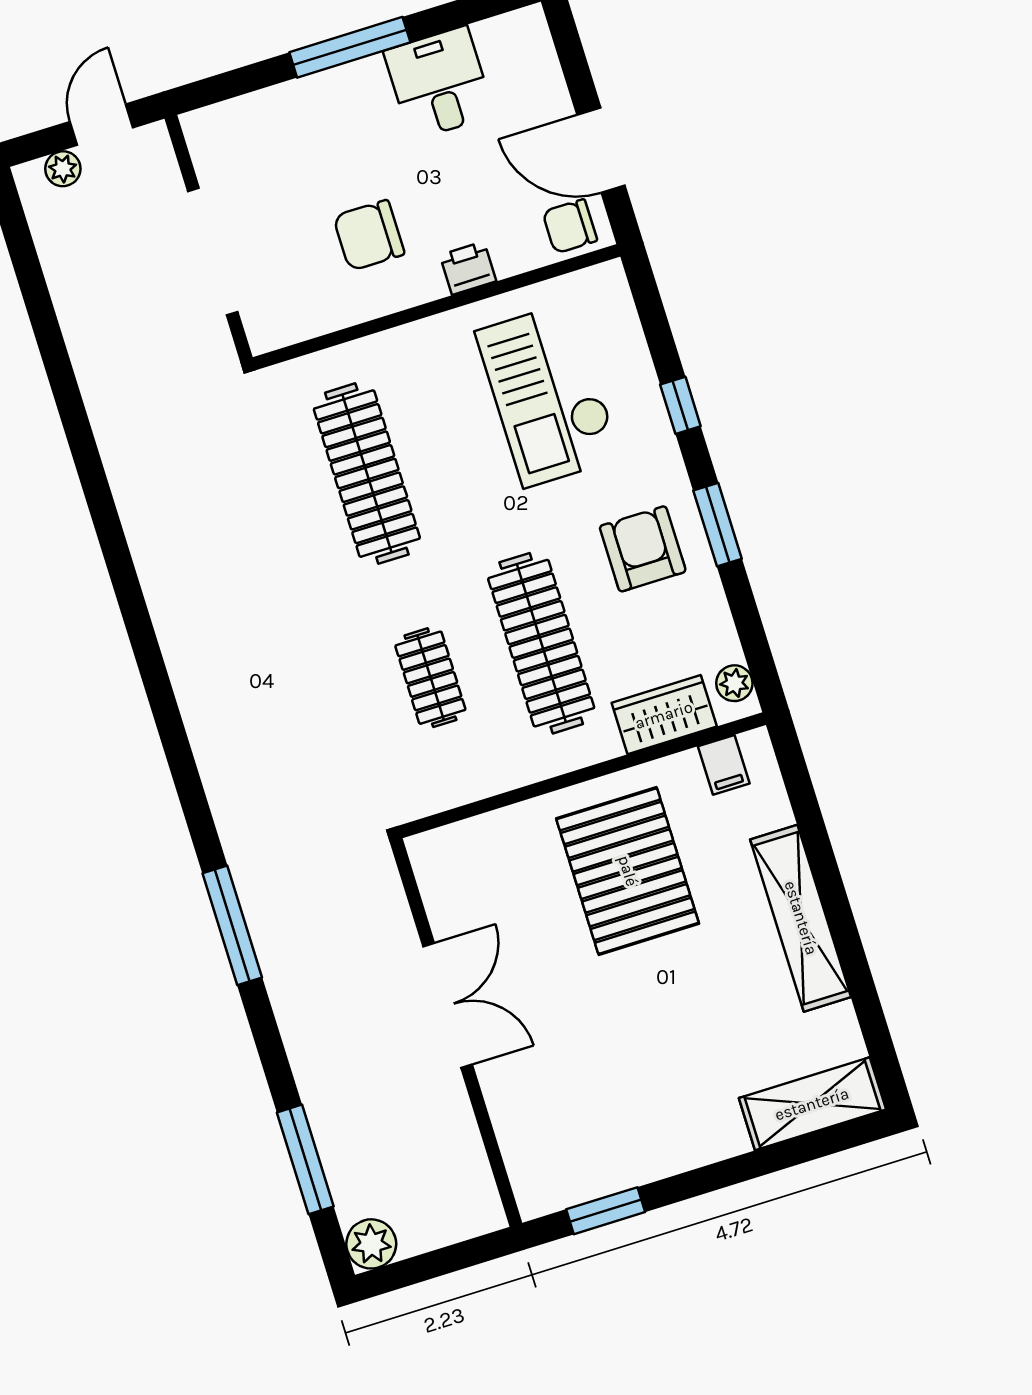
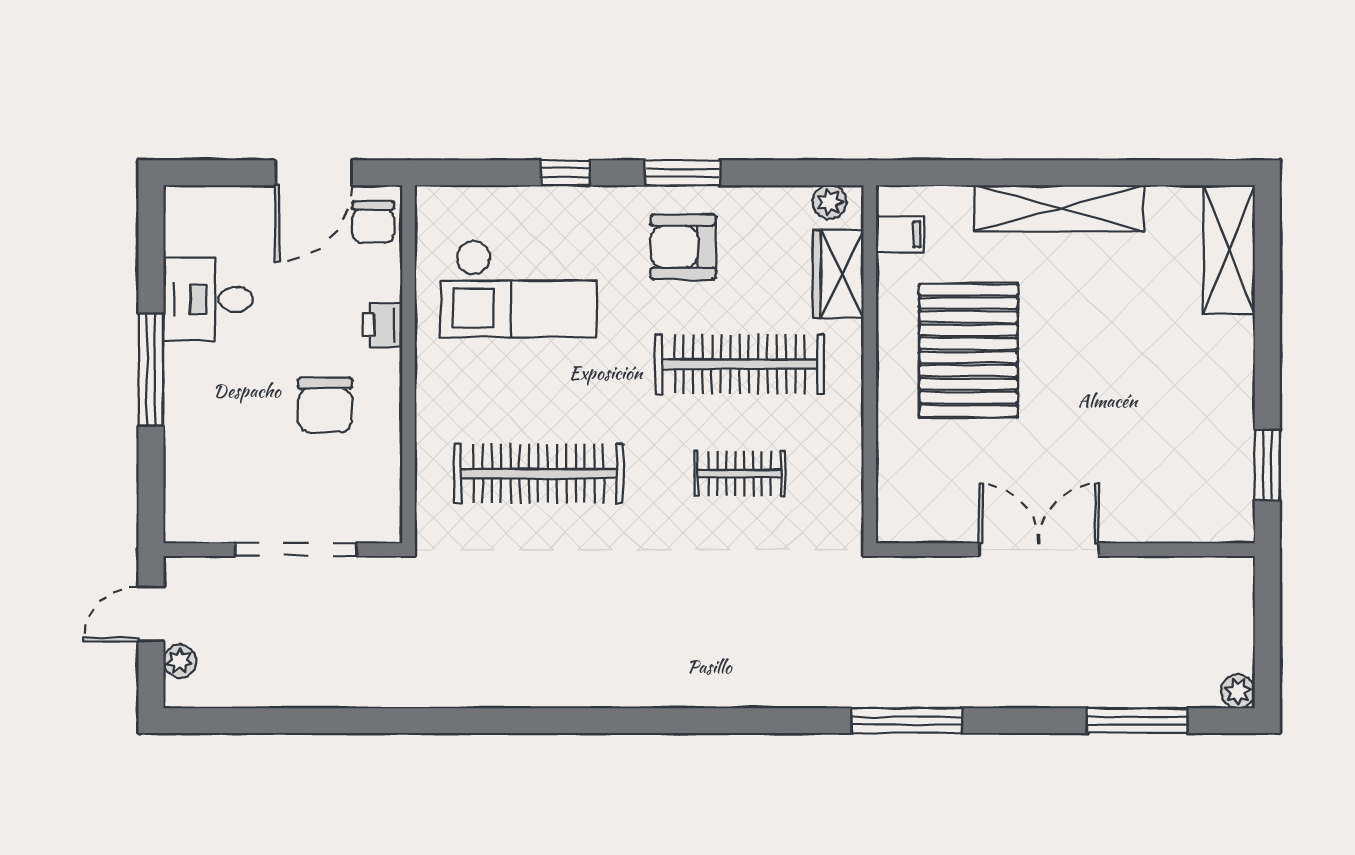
door: (102, 125) -> (151, 614), hinge flipped
pallet: (628, 871) -> (968, 350), turned 90
plant: (371, 1244) -> (1238, 691), width x0.73, depth x0.73

